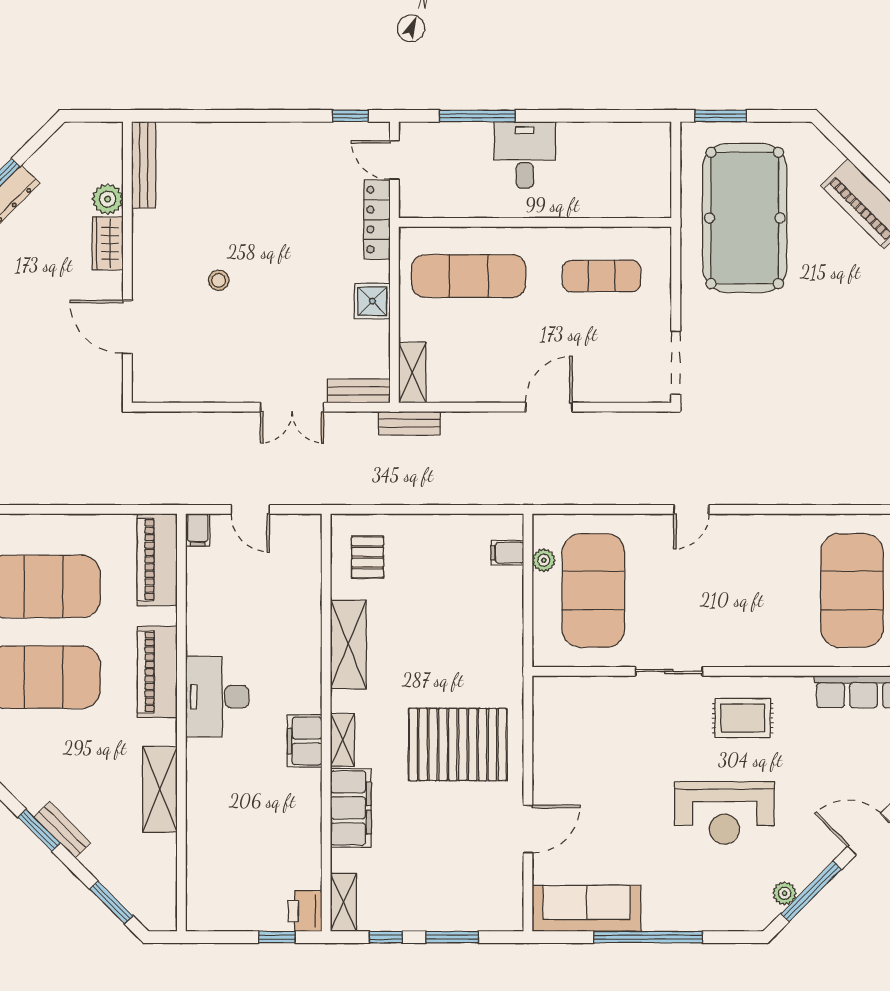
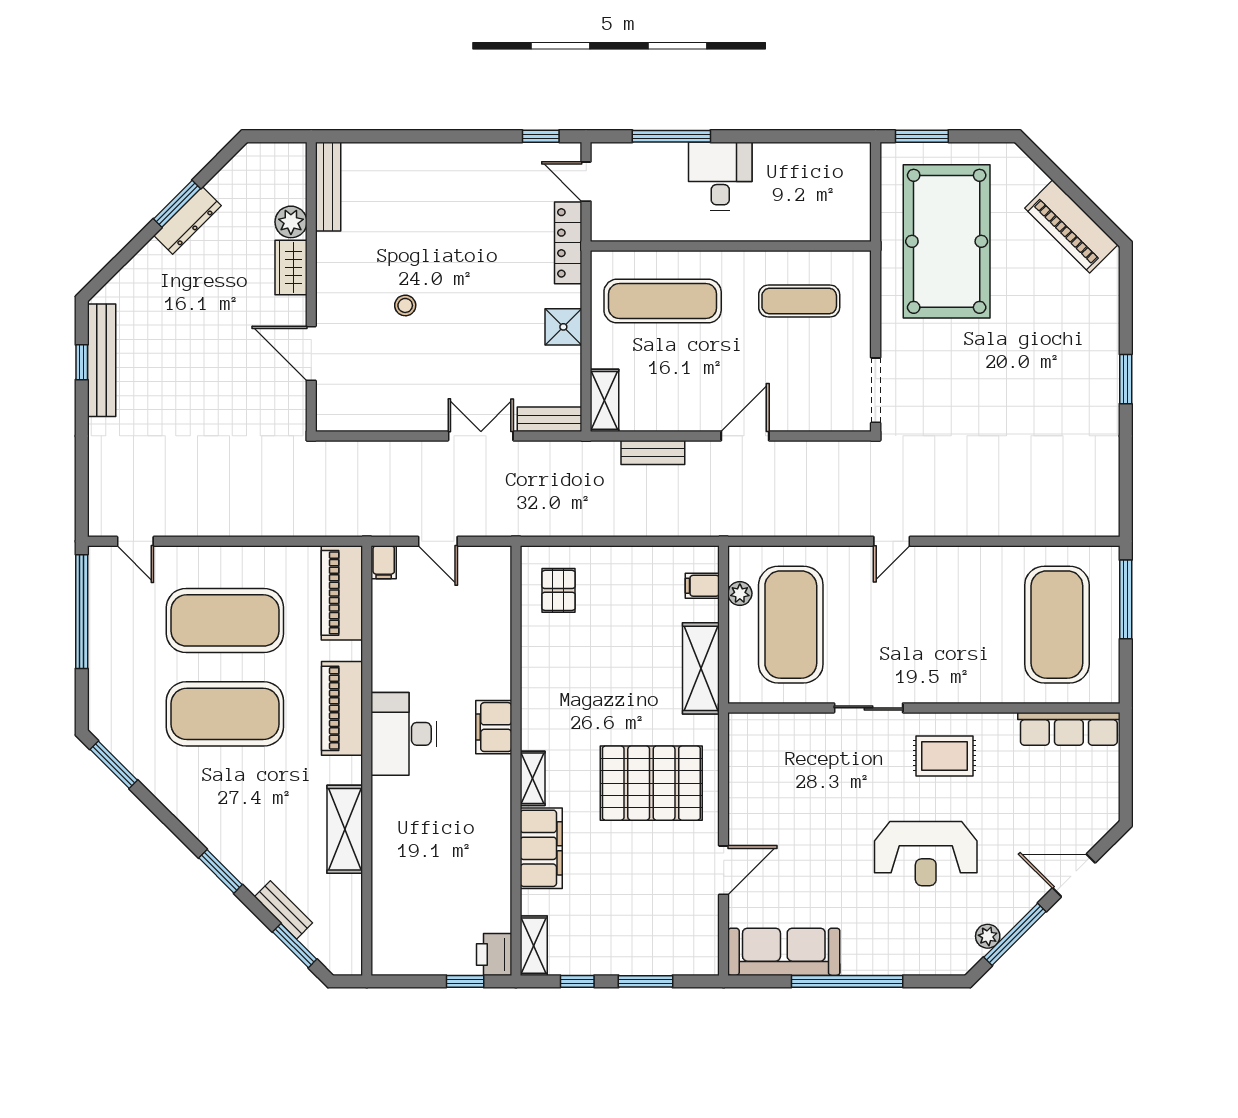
double door: (292, 407) -> (481, 436), swing flipped
bench: (409, 423) -> (653, 452), moved
shelving: (348, 644) -> (701, 668), moved
filing cabinet: (305, 741) -> (494, 727), moved
bench: (62, 830) -> (283, 910), moved

